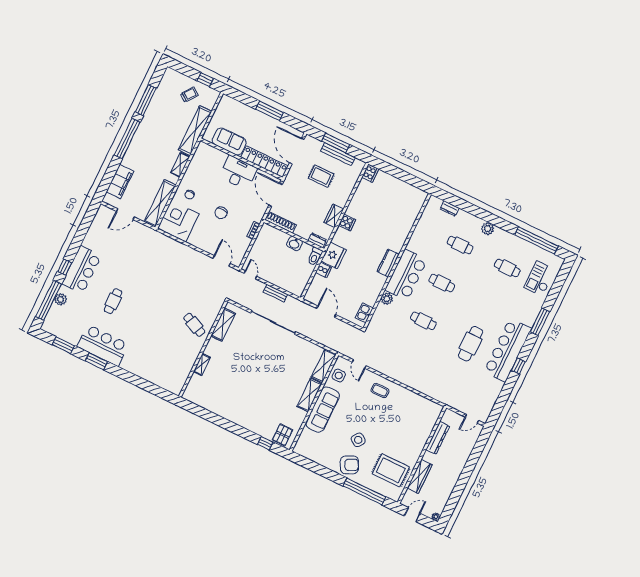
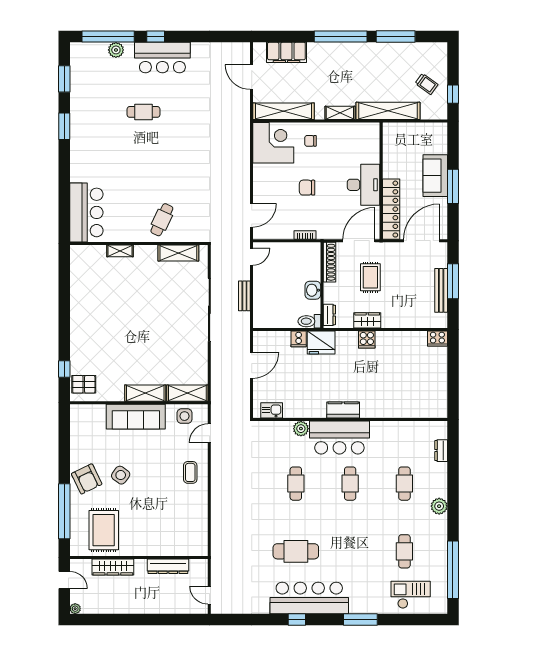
sofa: (229, 141) -> (435, 176), moved, turned 180
rug: (321, 176) -> (370, 277), moved
bar counter: (103, 345) -> (86, 212), moved

